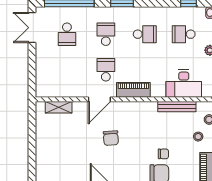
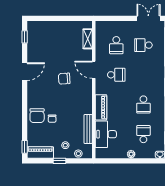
school desk: (106, 34) -> (116, 45), moved, turned 90
piano: (133, 90) -> (101, 107), moved

